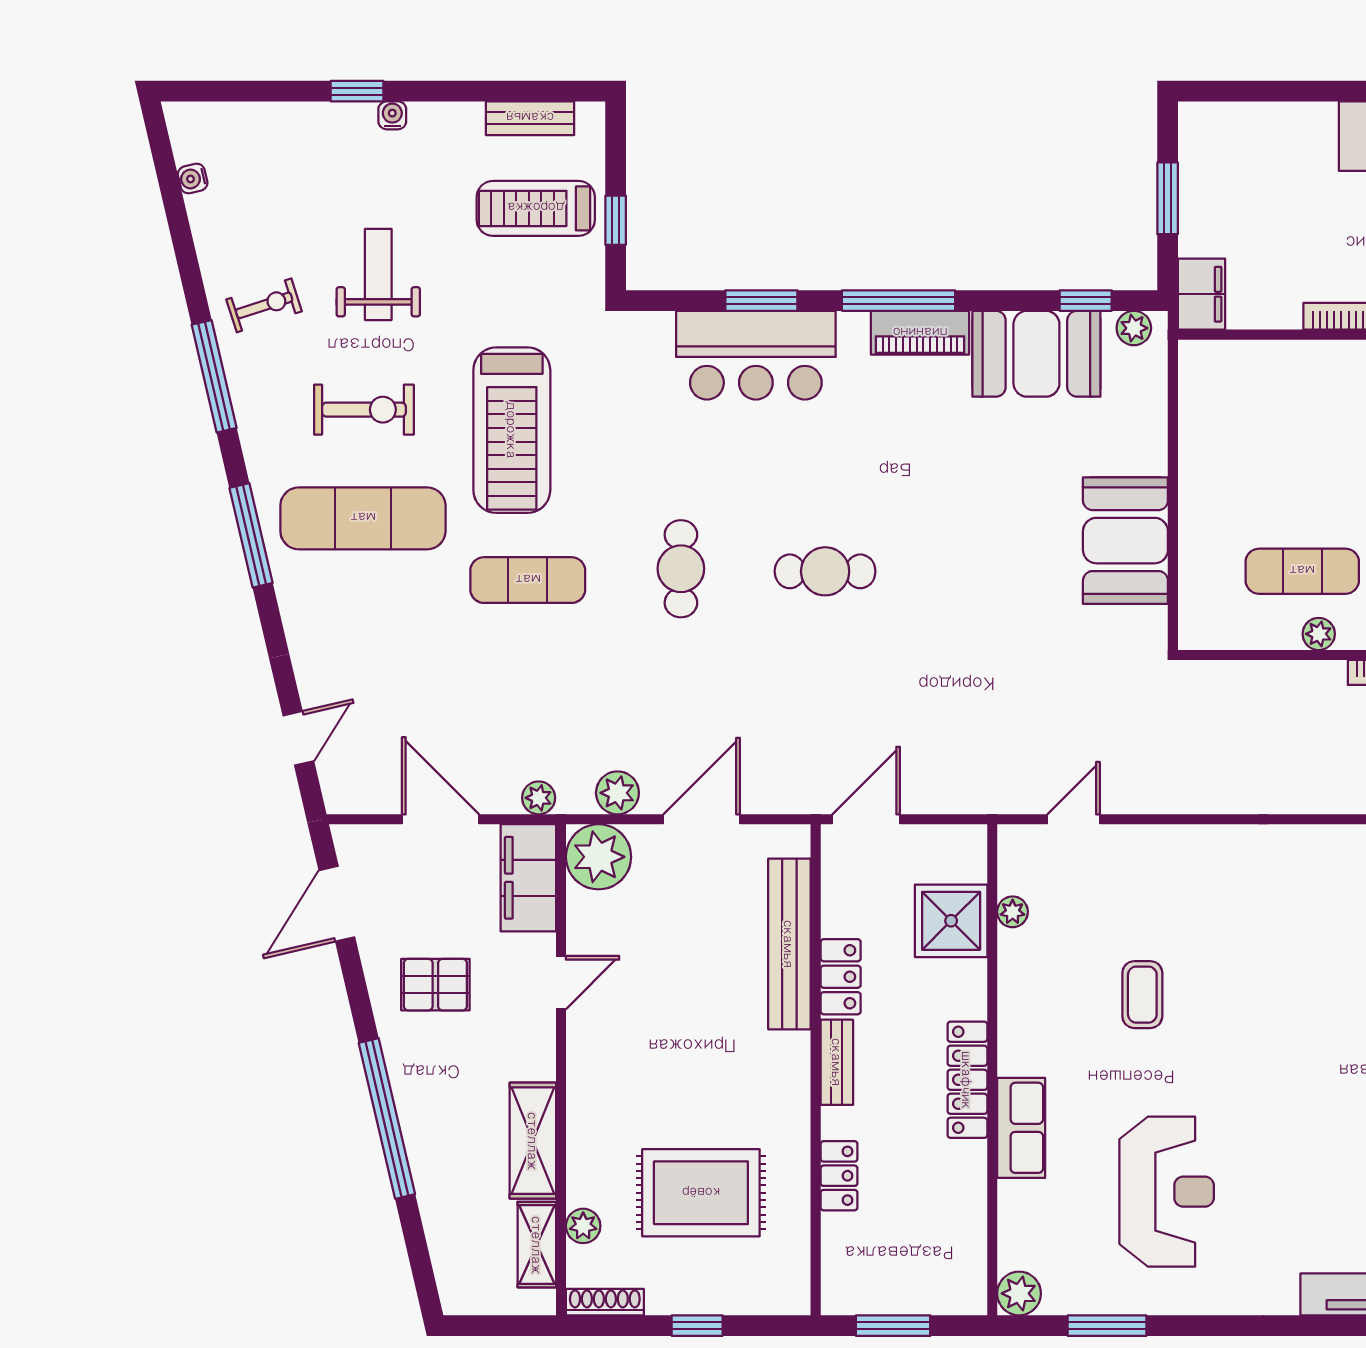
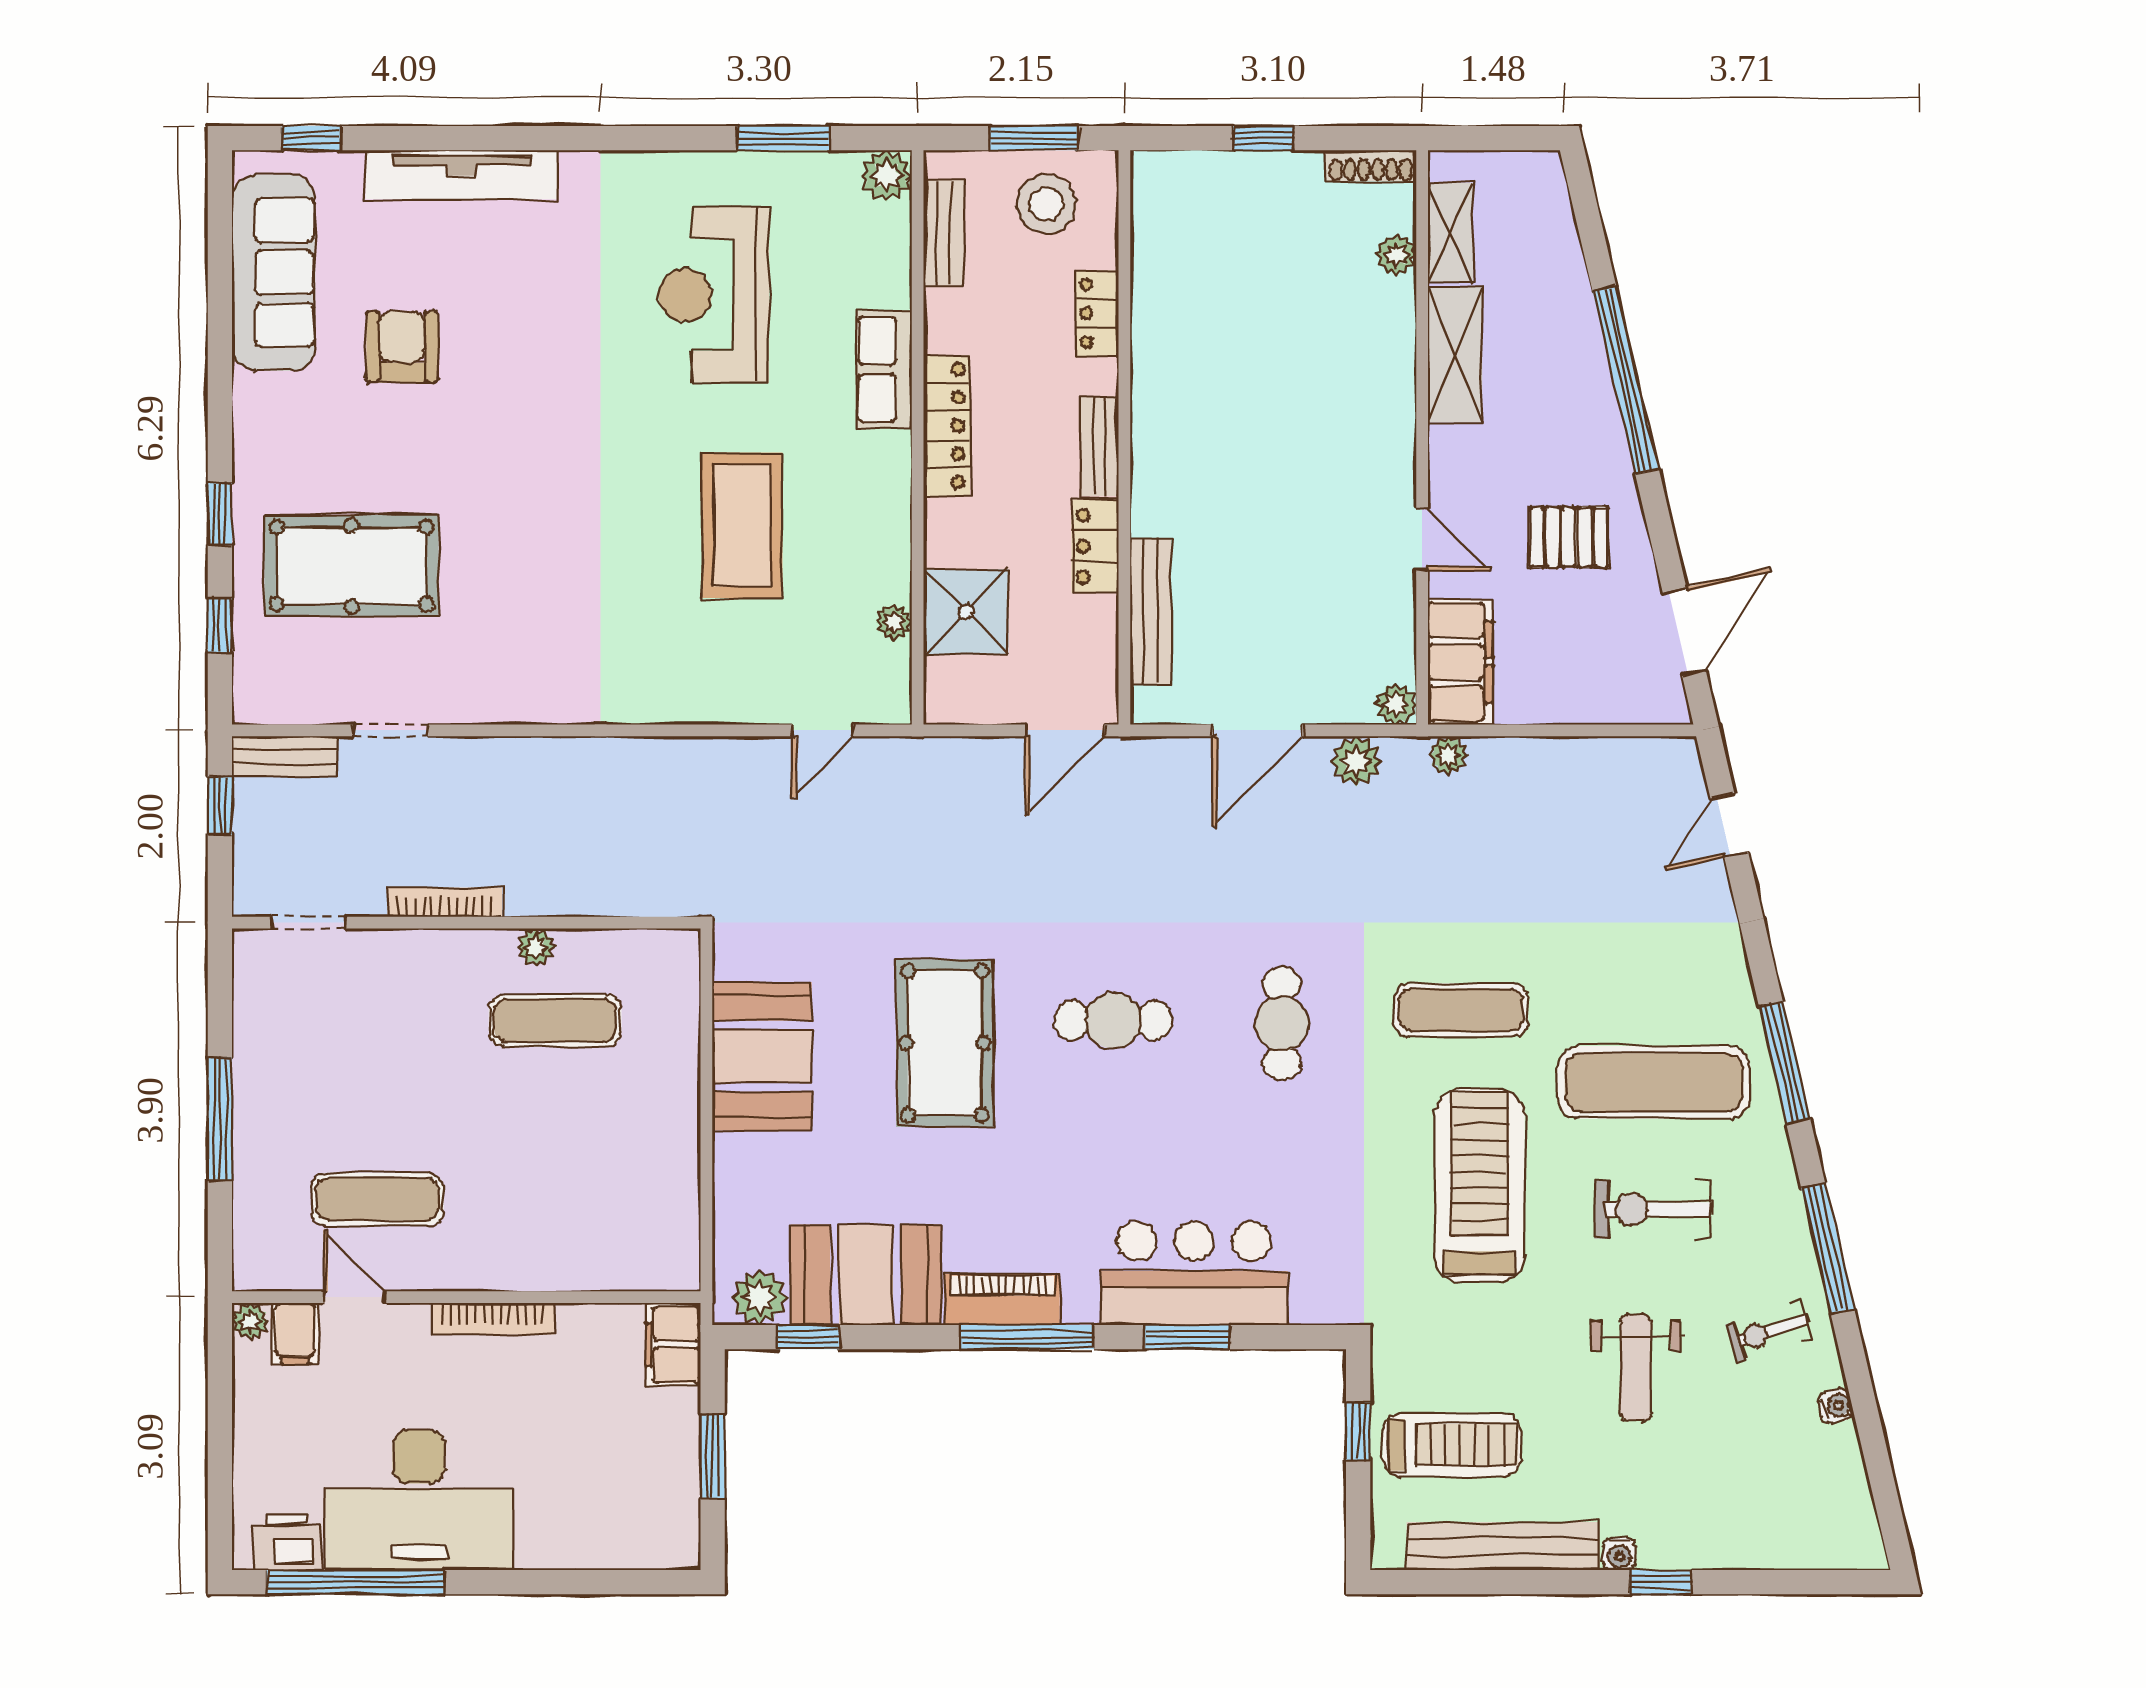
bench: (530, 118) -> (1503, 1546), width x1.86, depth x1.21
water cooler: (193, 178) -> (1836, 1406), moved
plant: (1134, 328) -> (760, 1297), width x1.38, depth x1.38
pool table: (969, 552) -> (945, 1043), added
door: (441, 819) -> (1563, 730), removed
plant: (599, 857) -> (1396, 704), width x0.53, depth x0.53
bench: (789, 944) -> (1150, 611), width x0.73, depth x0.82
door: (561, 983) -> (1422, 539), swing flipped
coffee table: (1142, 995) -> (742, 525), width x1.86, depth x1.72
rug: (701, 1193) -> (1258, 294), removed
bench: (970, 1245) -> (944, 233), added
stool: (882, 1269) -> (1046, 204), added

